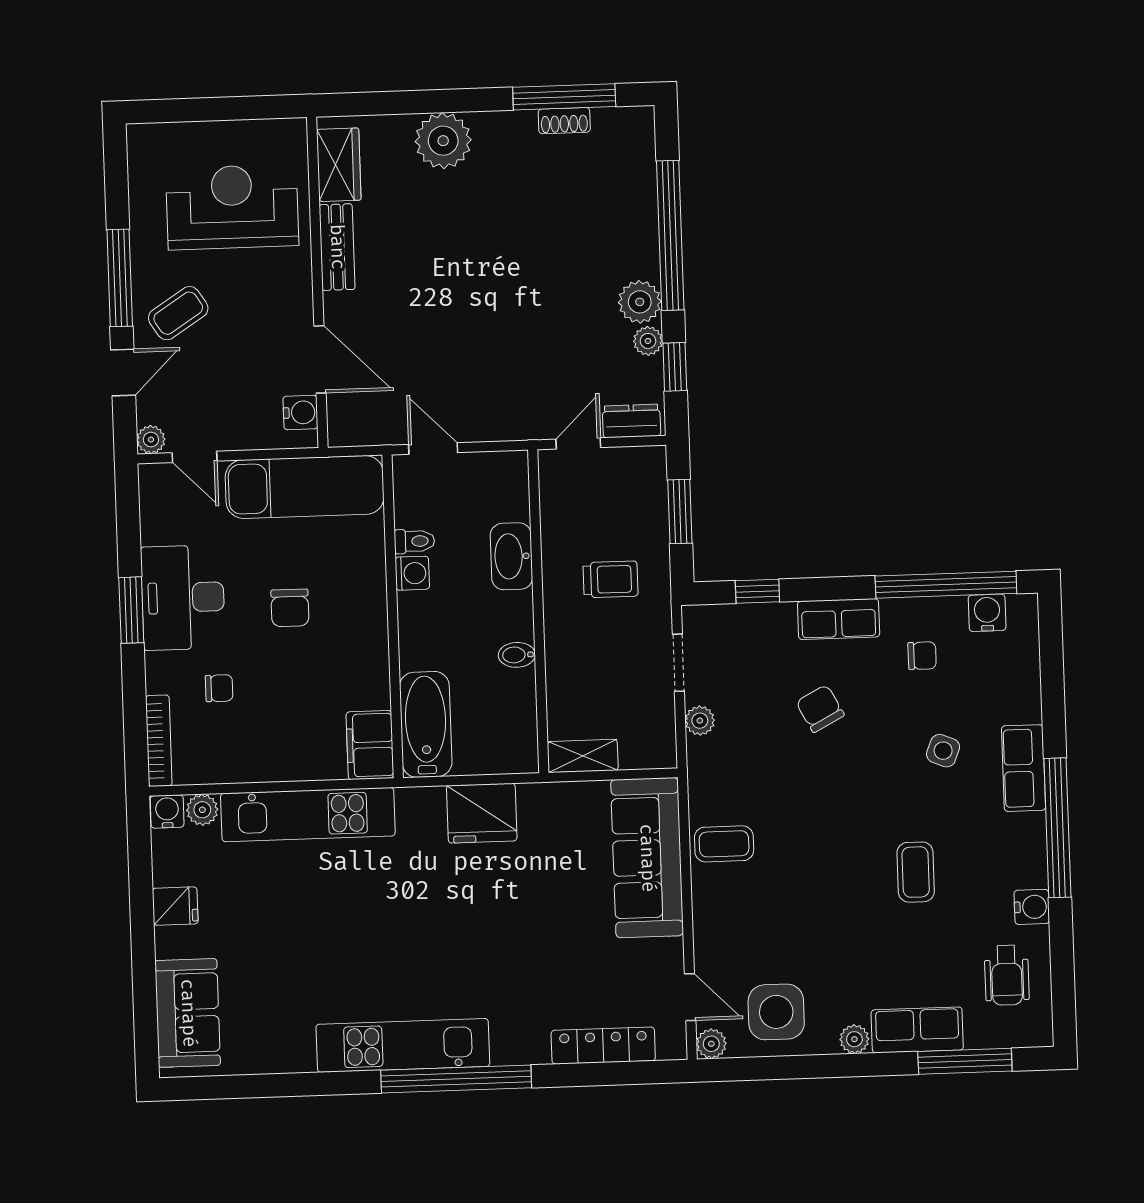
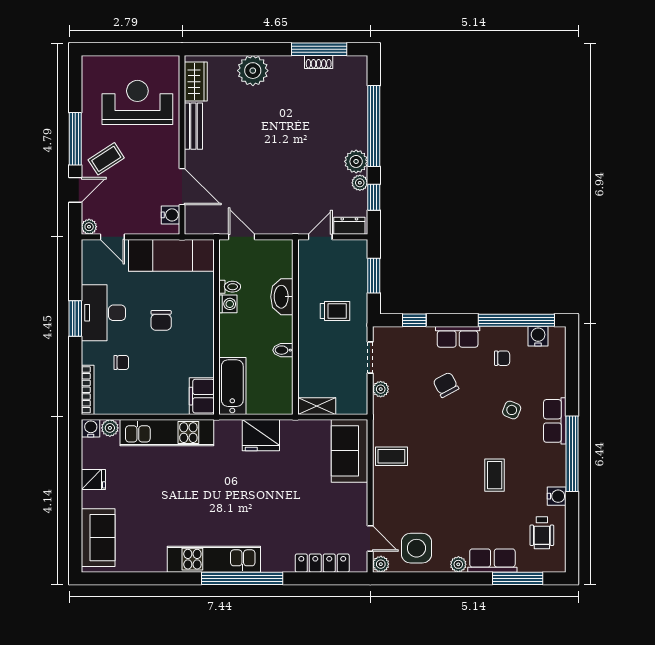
sofa: (647, 858) -> (350, 451), width x0.73

